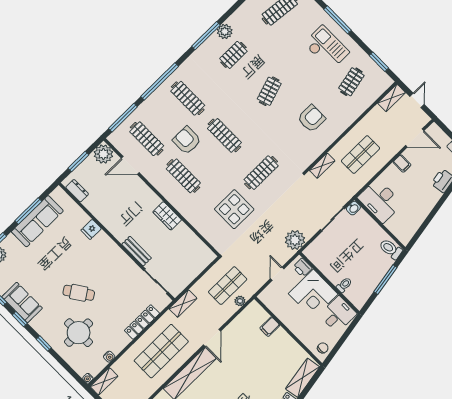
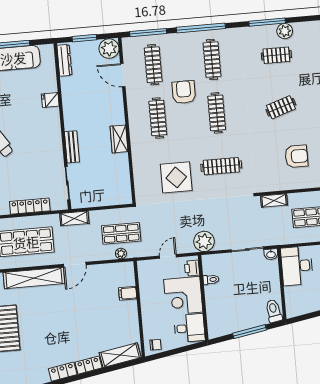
dresser: (77, 191) -> (64, 60), width x1.44
toilet: (344, 285) -> (211, 280), moved

